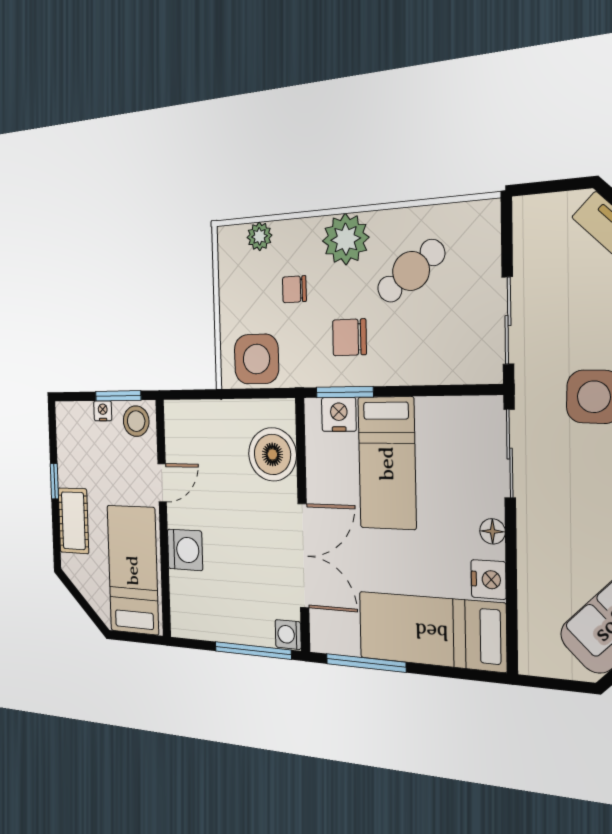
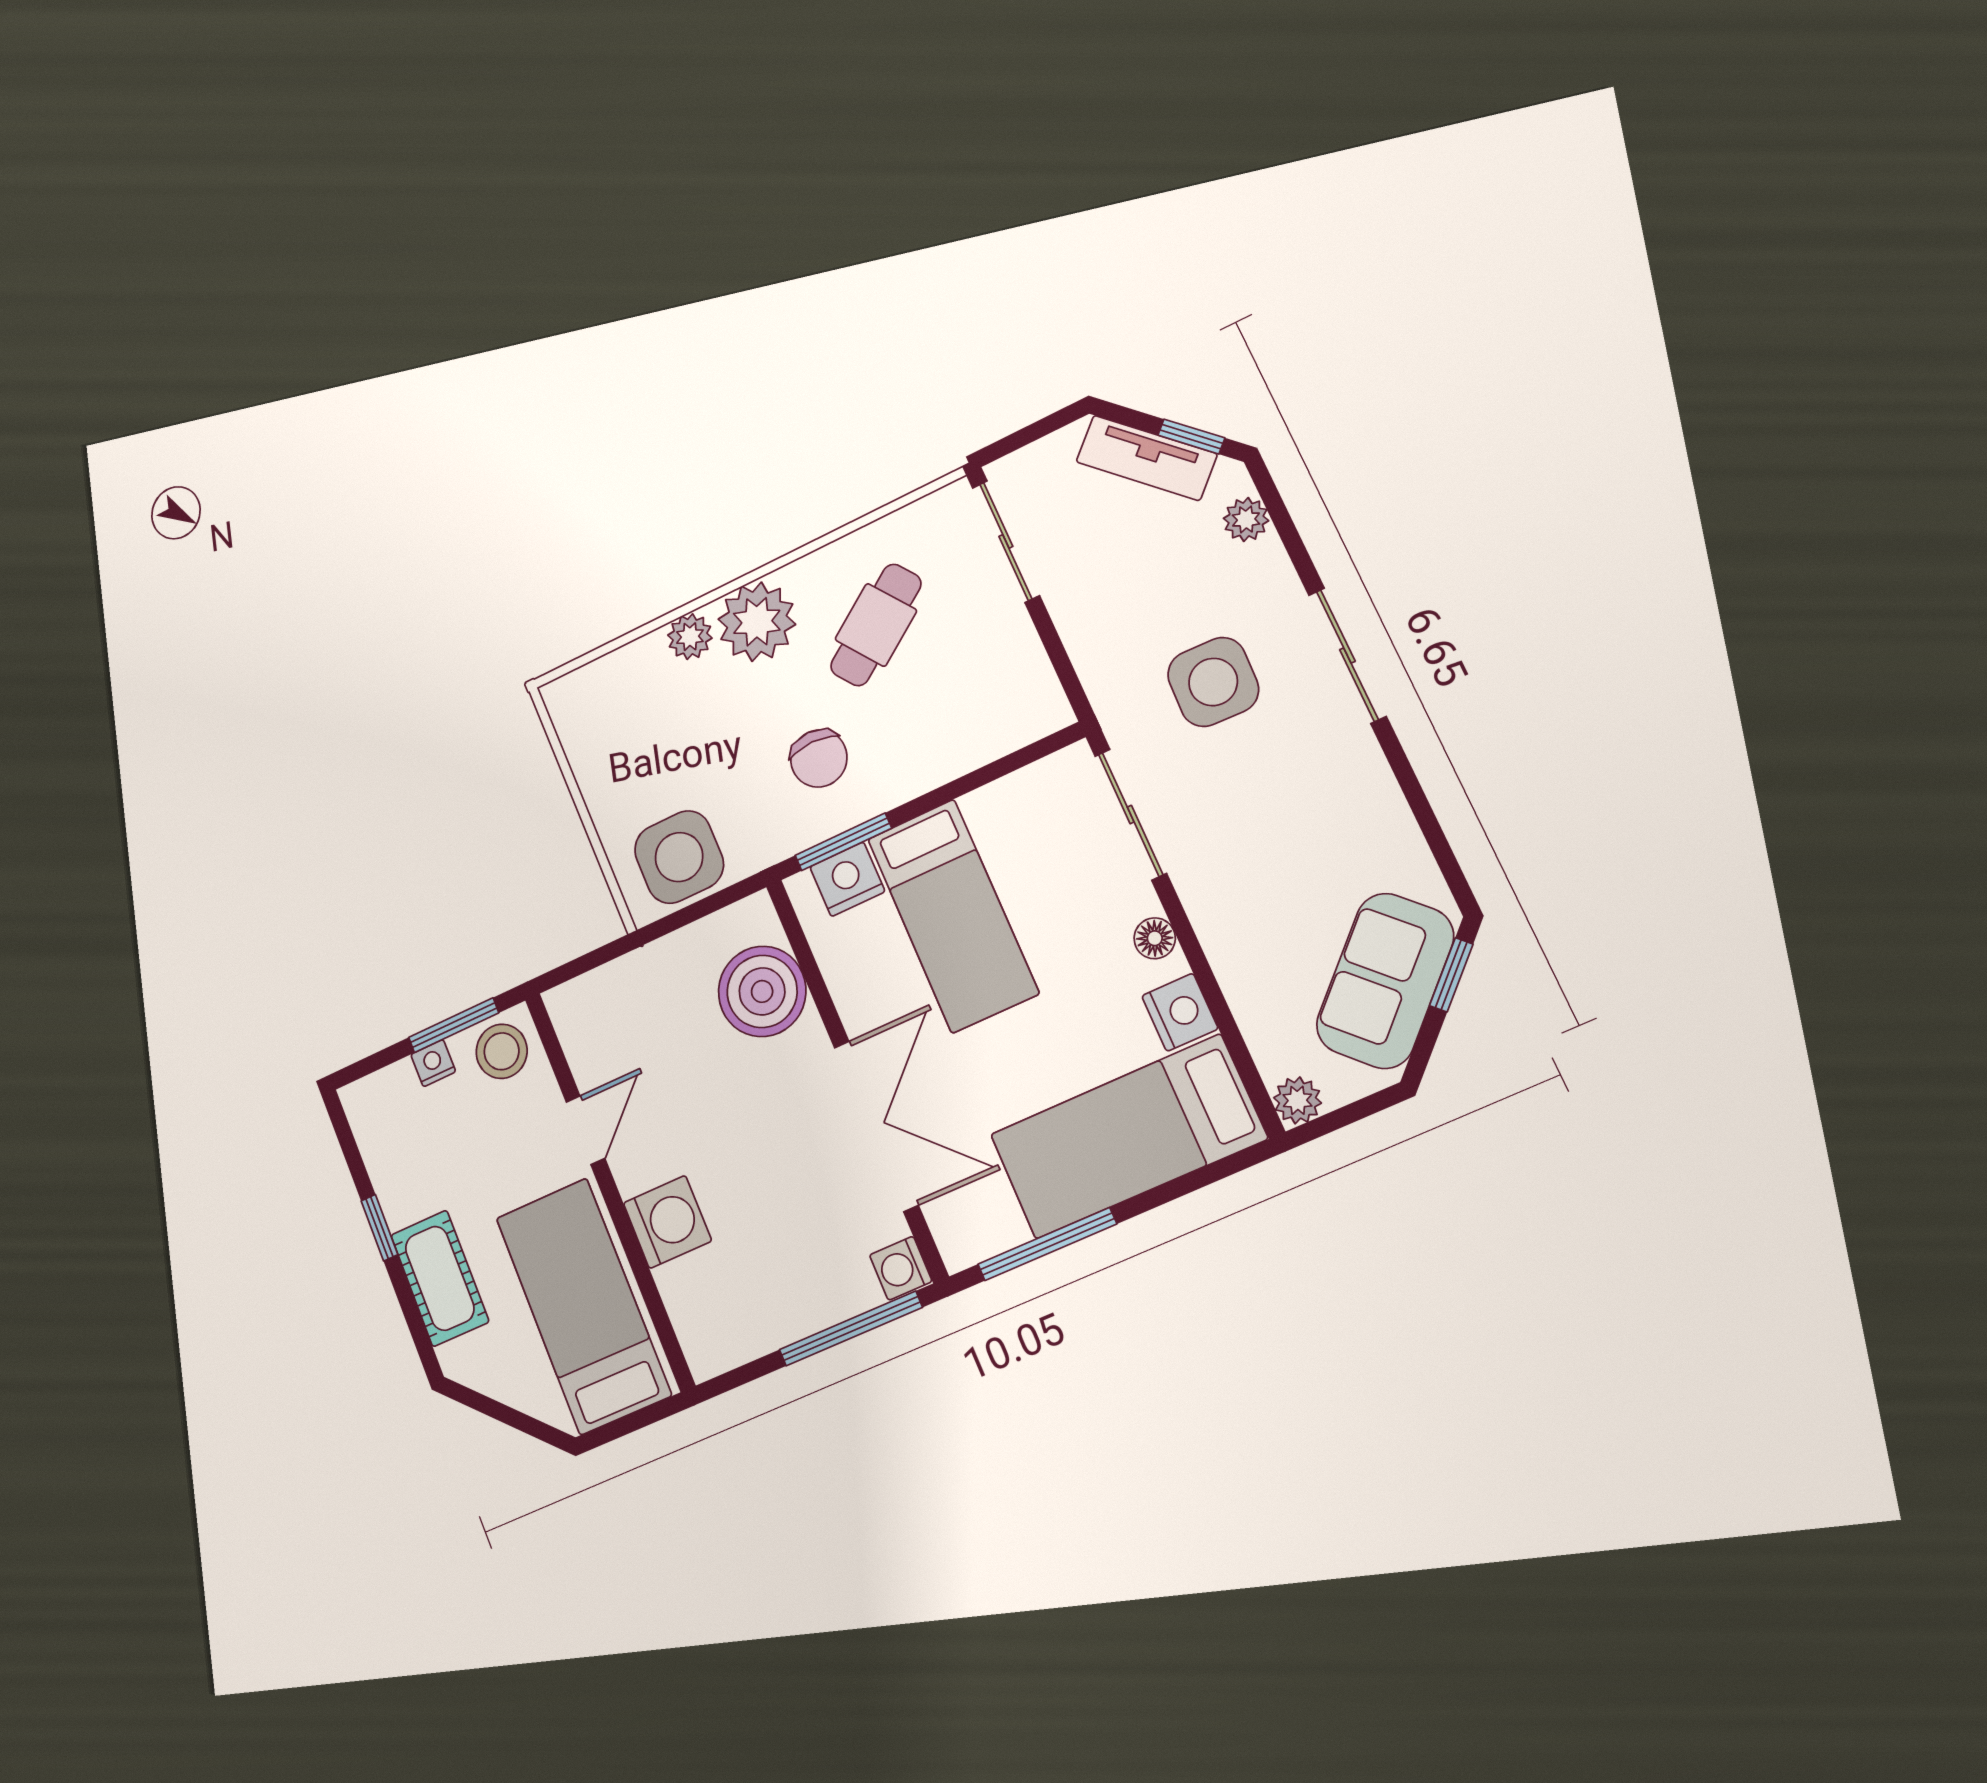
plant: (259, 236) -> (690, 637), moved
chair: (294, 289) -> (702, 727), removed
sliding door: (508, 321) -> (1006, 541), moved
chair: (349, 337) -> (819, 758), turned -90
plant: (533, 661) -> (1297, 1100), added

